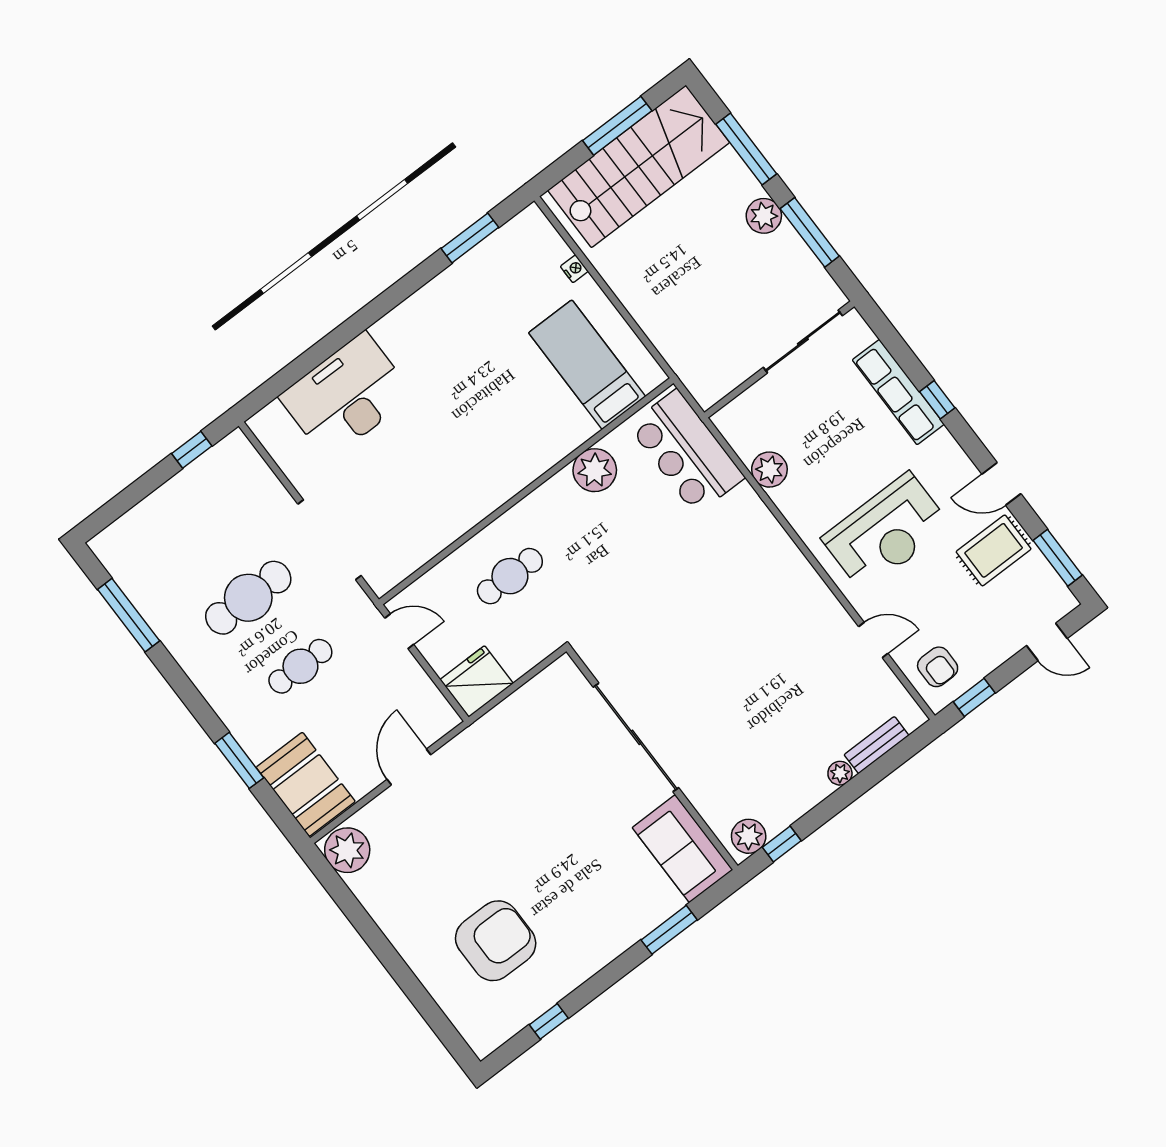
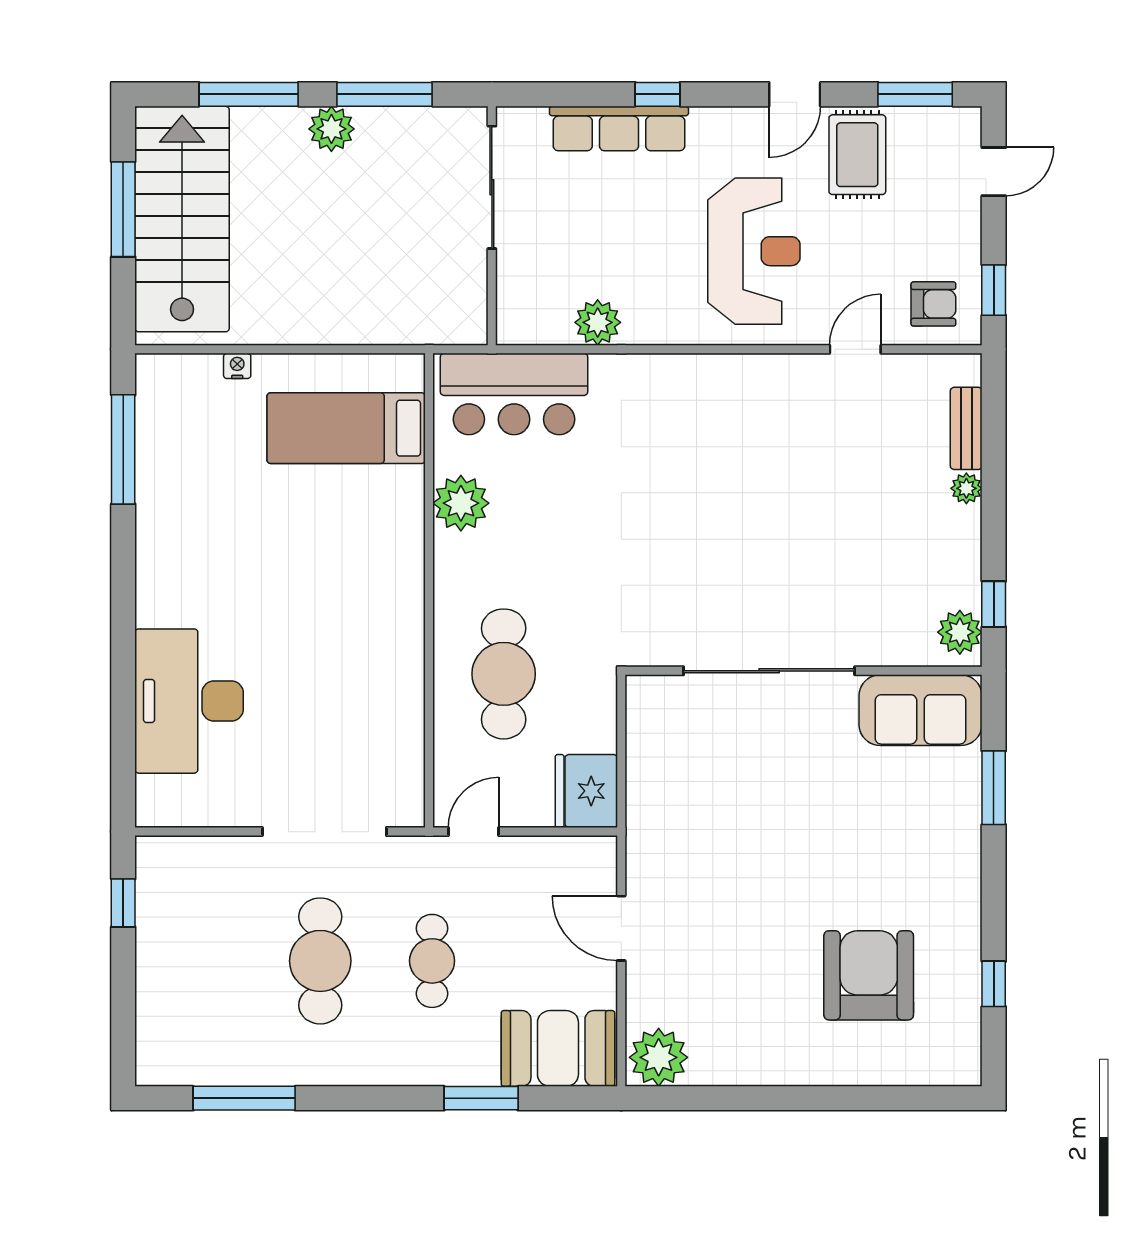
window: (470, 238) -> (123, 449), width x1.44
cafe table: (510, 576) -> (504, 674), width x1.37, depth x1.35

